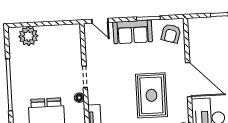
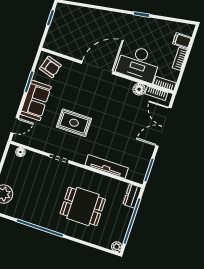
rug: (151, 95) -> (74, 123), moved, width x0.73, depth x0.70
floor lamp: (79, 98) -> (20, 152), moved

